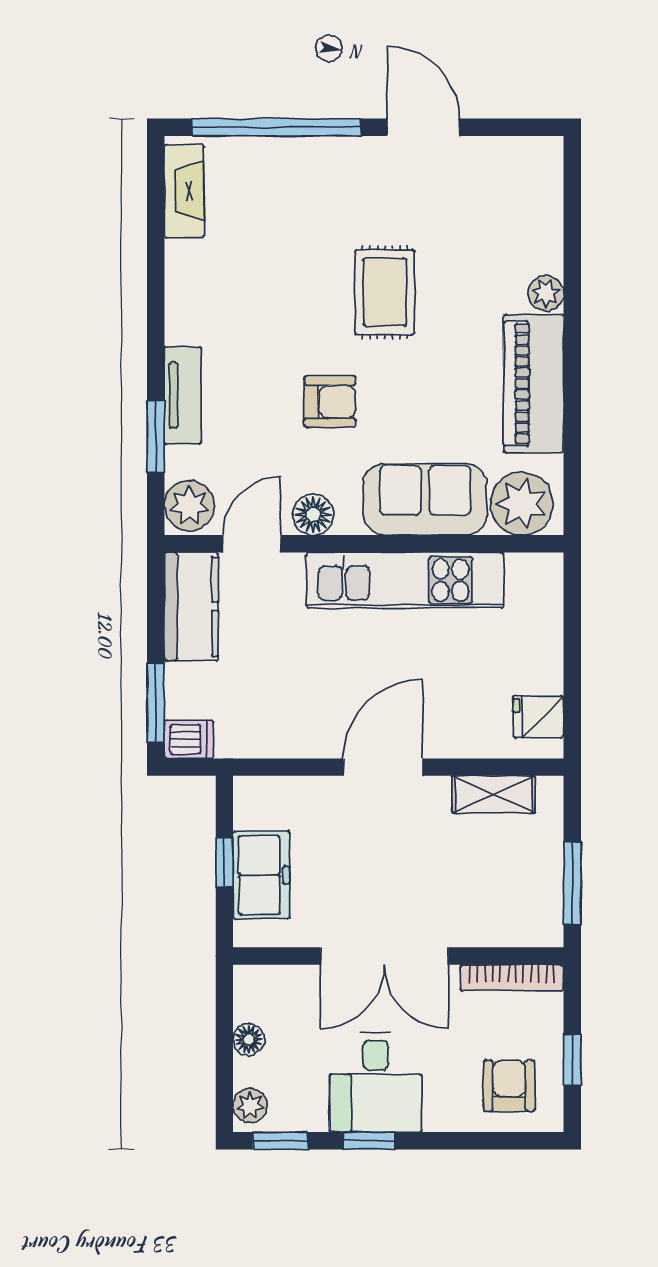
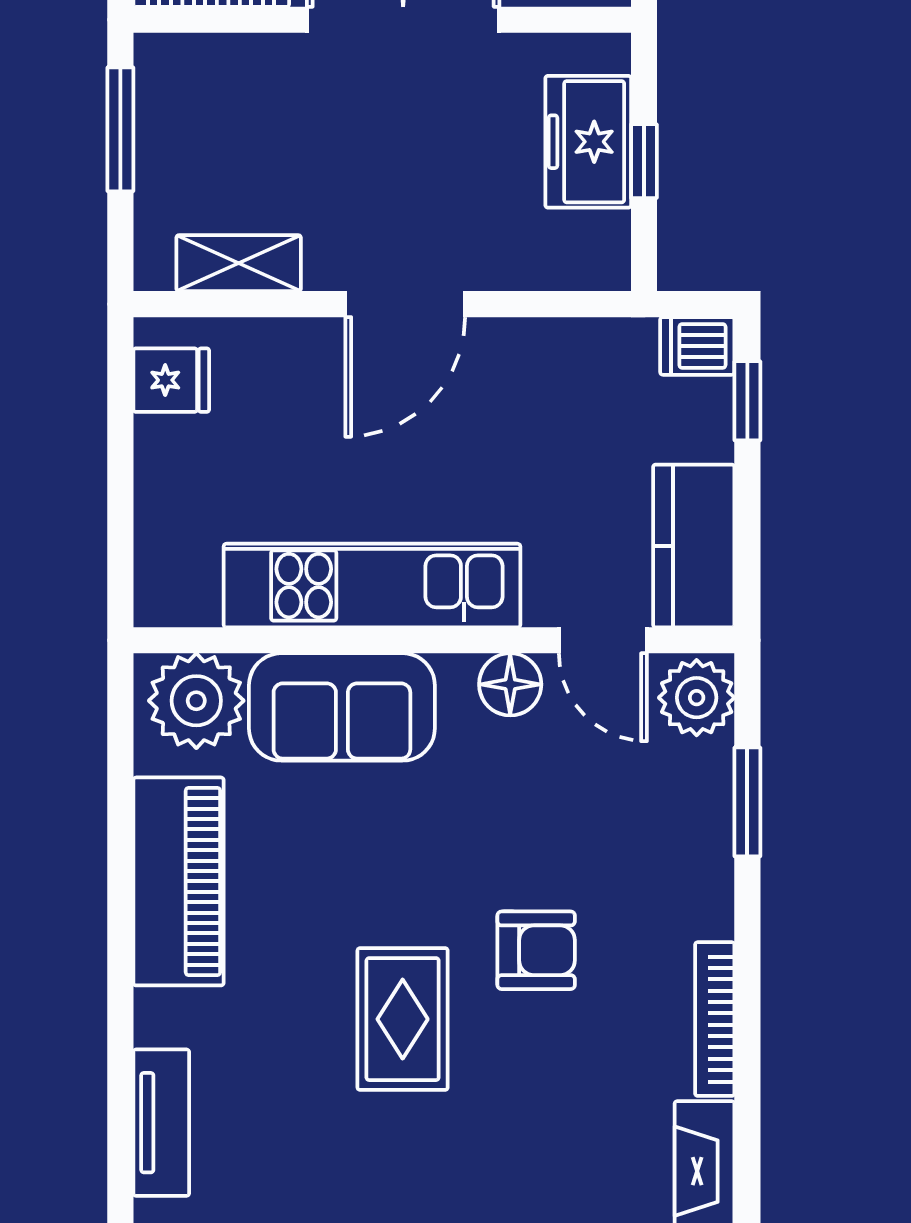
bookcase: (177, 292) -> (715, 1019), added
plant: (546, 293) -> (160, 1017), removed
tv unit: (183, 395) -> (161, 1123), moved, turned 180
armchair: (330, 402) -> (536, 950), moved, turned 180
door: (252, 544) -> (603, 640), hinge flipped
window: (156, 703) -> (747, 401), width x0.67

